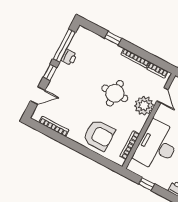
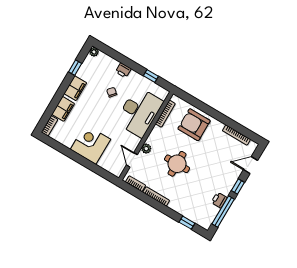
window: (113, 38) -> (187, 223), moved
plant: (144, 106) -> (146, 149), width x0.53, depth x0.53

